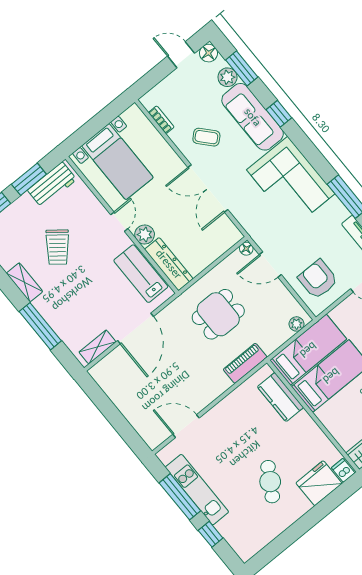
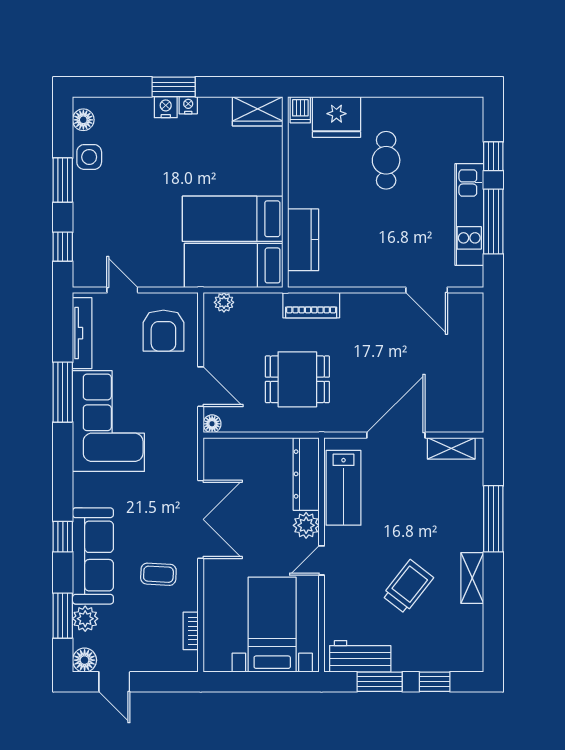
coffee table: (206, 137) -> (158, 574), turned -45
corner sofa: (291, 182) -> (108, 421), moved
cafe table: (270, 482) -> (386, 160), turned -31

